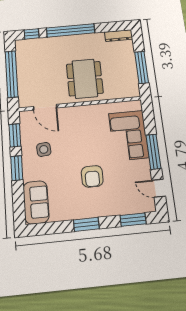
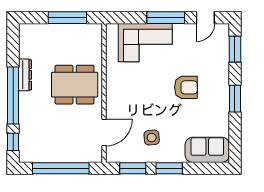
dresser: (119, 36) -> (25, 75), moved

